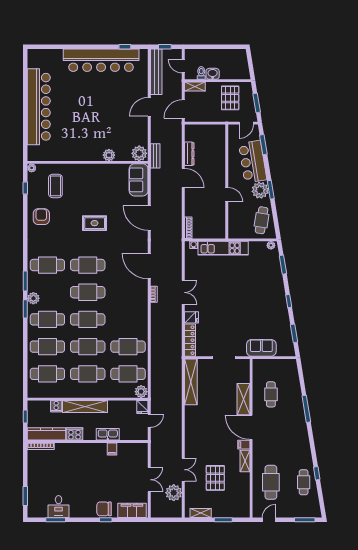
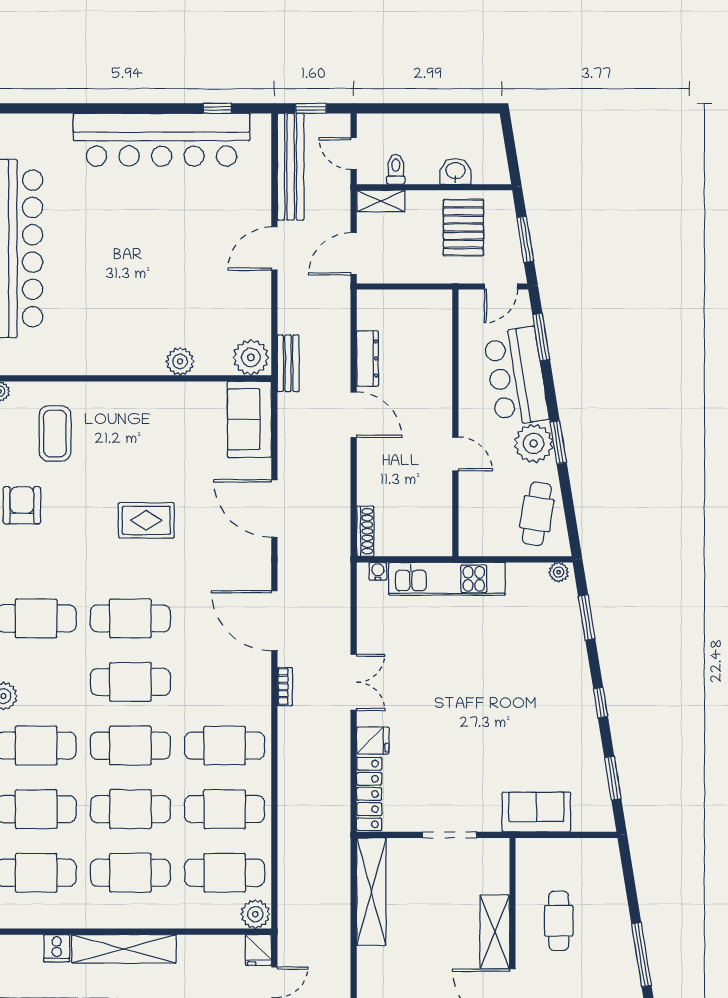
washbasin: (213, 74) -> (455, 171), moved
cafe table: (128, 319) -> (225, 746), added

